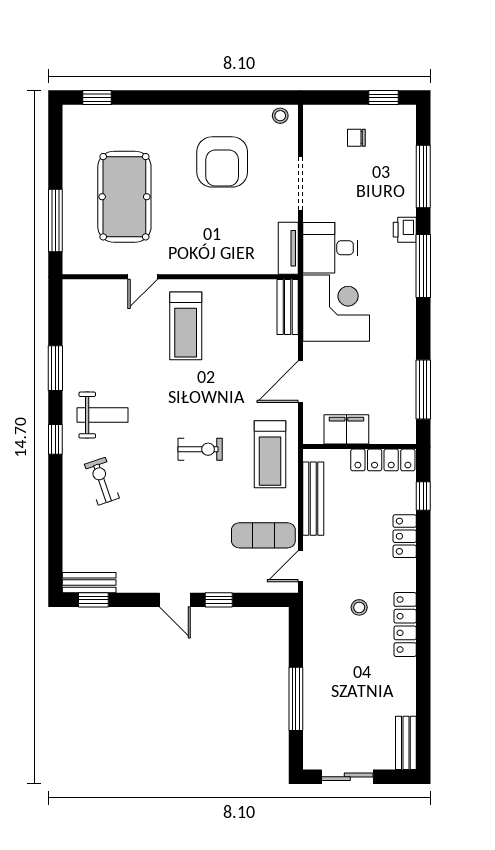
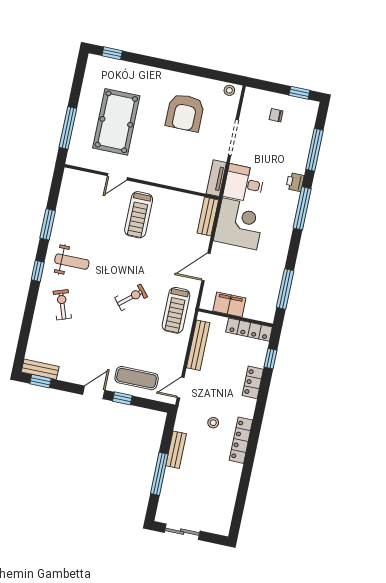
exercise bike: (200, 449) -> (131, 297), turned -40
exercise mat: (263, 535) -> (137, 378), moved
door: (175, 600) -> (94, 392), swing flipped
bench: (406, 743) -> (176, 450), moved

